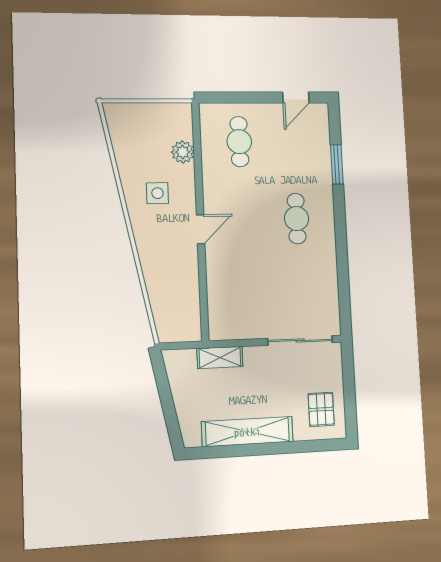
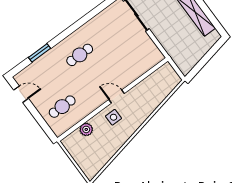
side table: (157, 193) -> (113, 117), moved
shelving: (220, 357) -> (170, 47), removed

